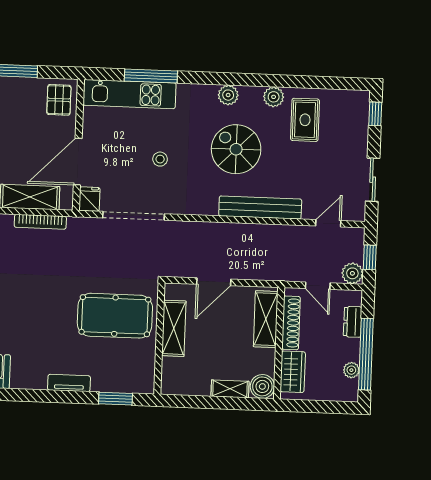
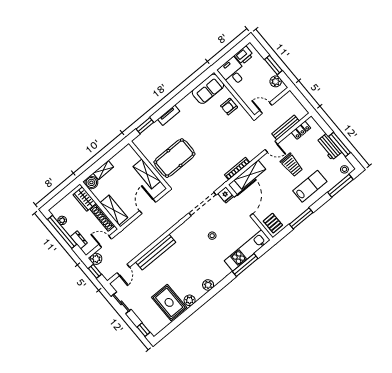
rug: (305, 120) -> (169, 302), width x1.36, depth x1.43
spiral stairs: (236, 149) -> (186, 266), removed

